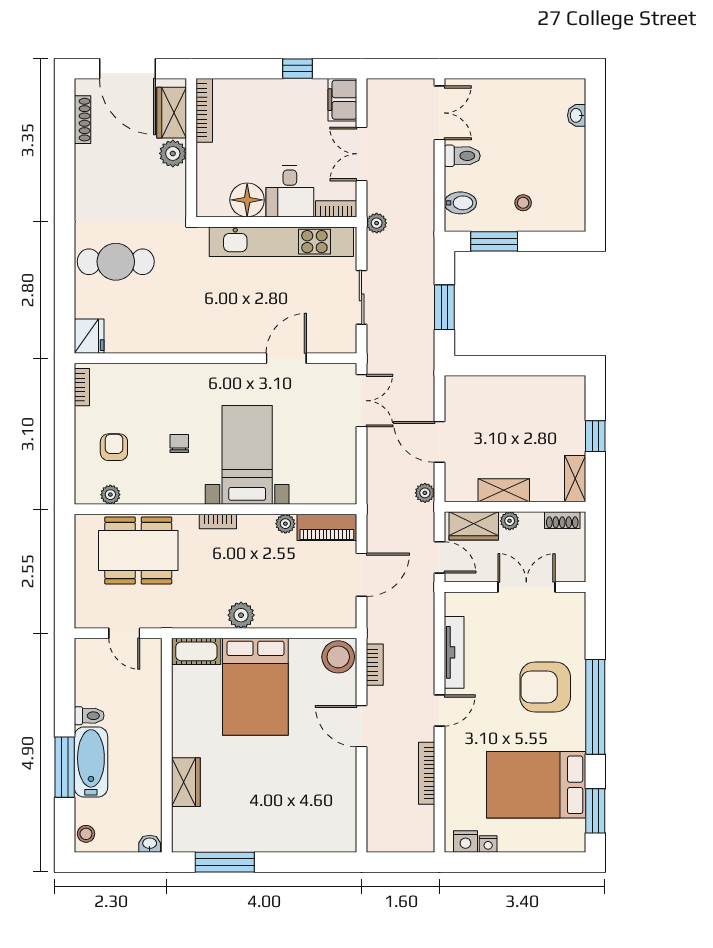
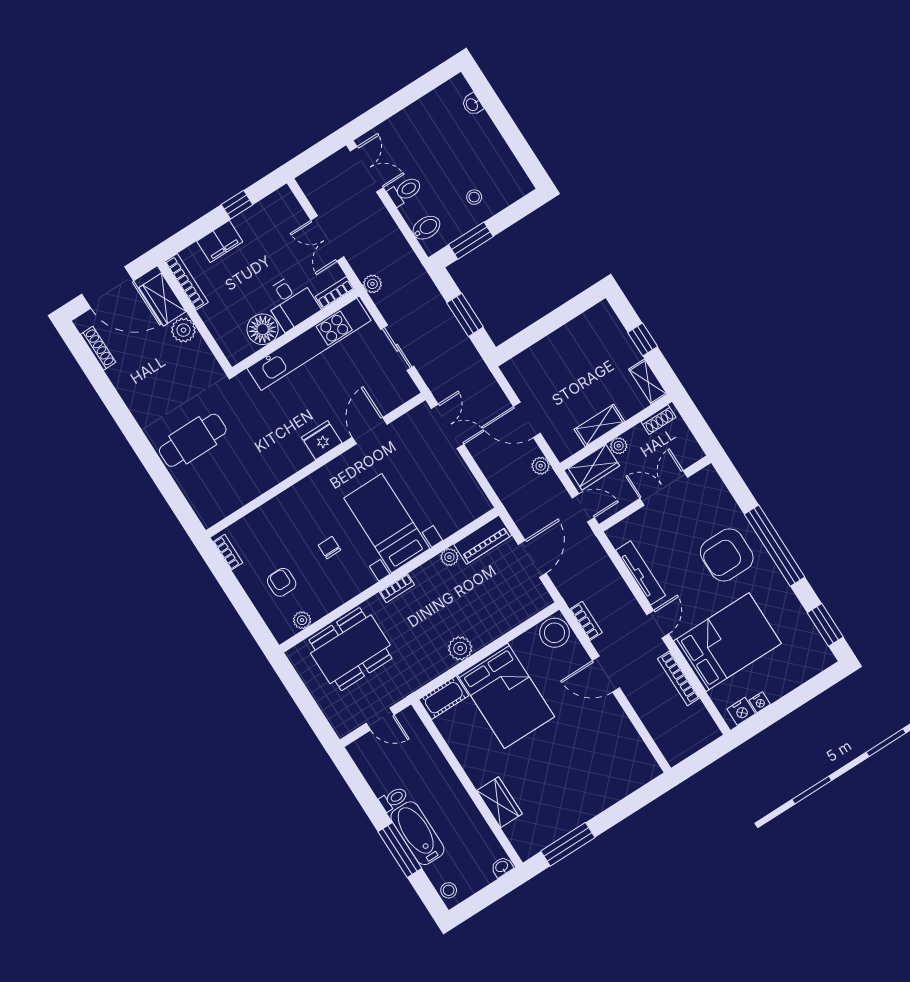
filing cabinet: (342, 100) -> (220, 241), moved, turned -90
fridge: (89, 336) -> (322, 440), moved, turned -90
bed: (536, 785) -> (727, 642), moved, turned 180

